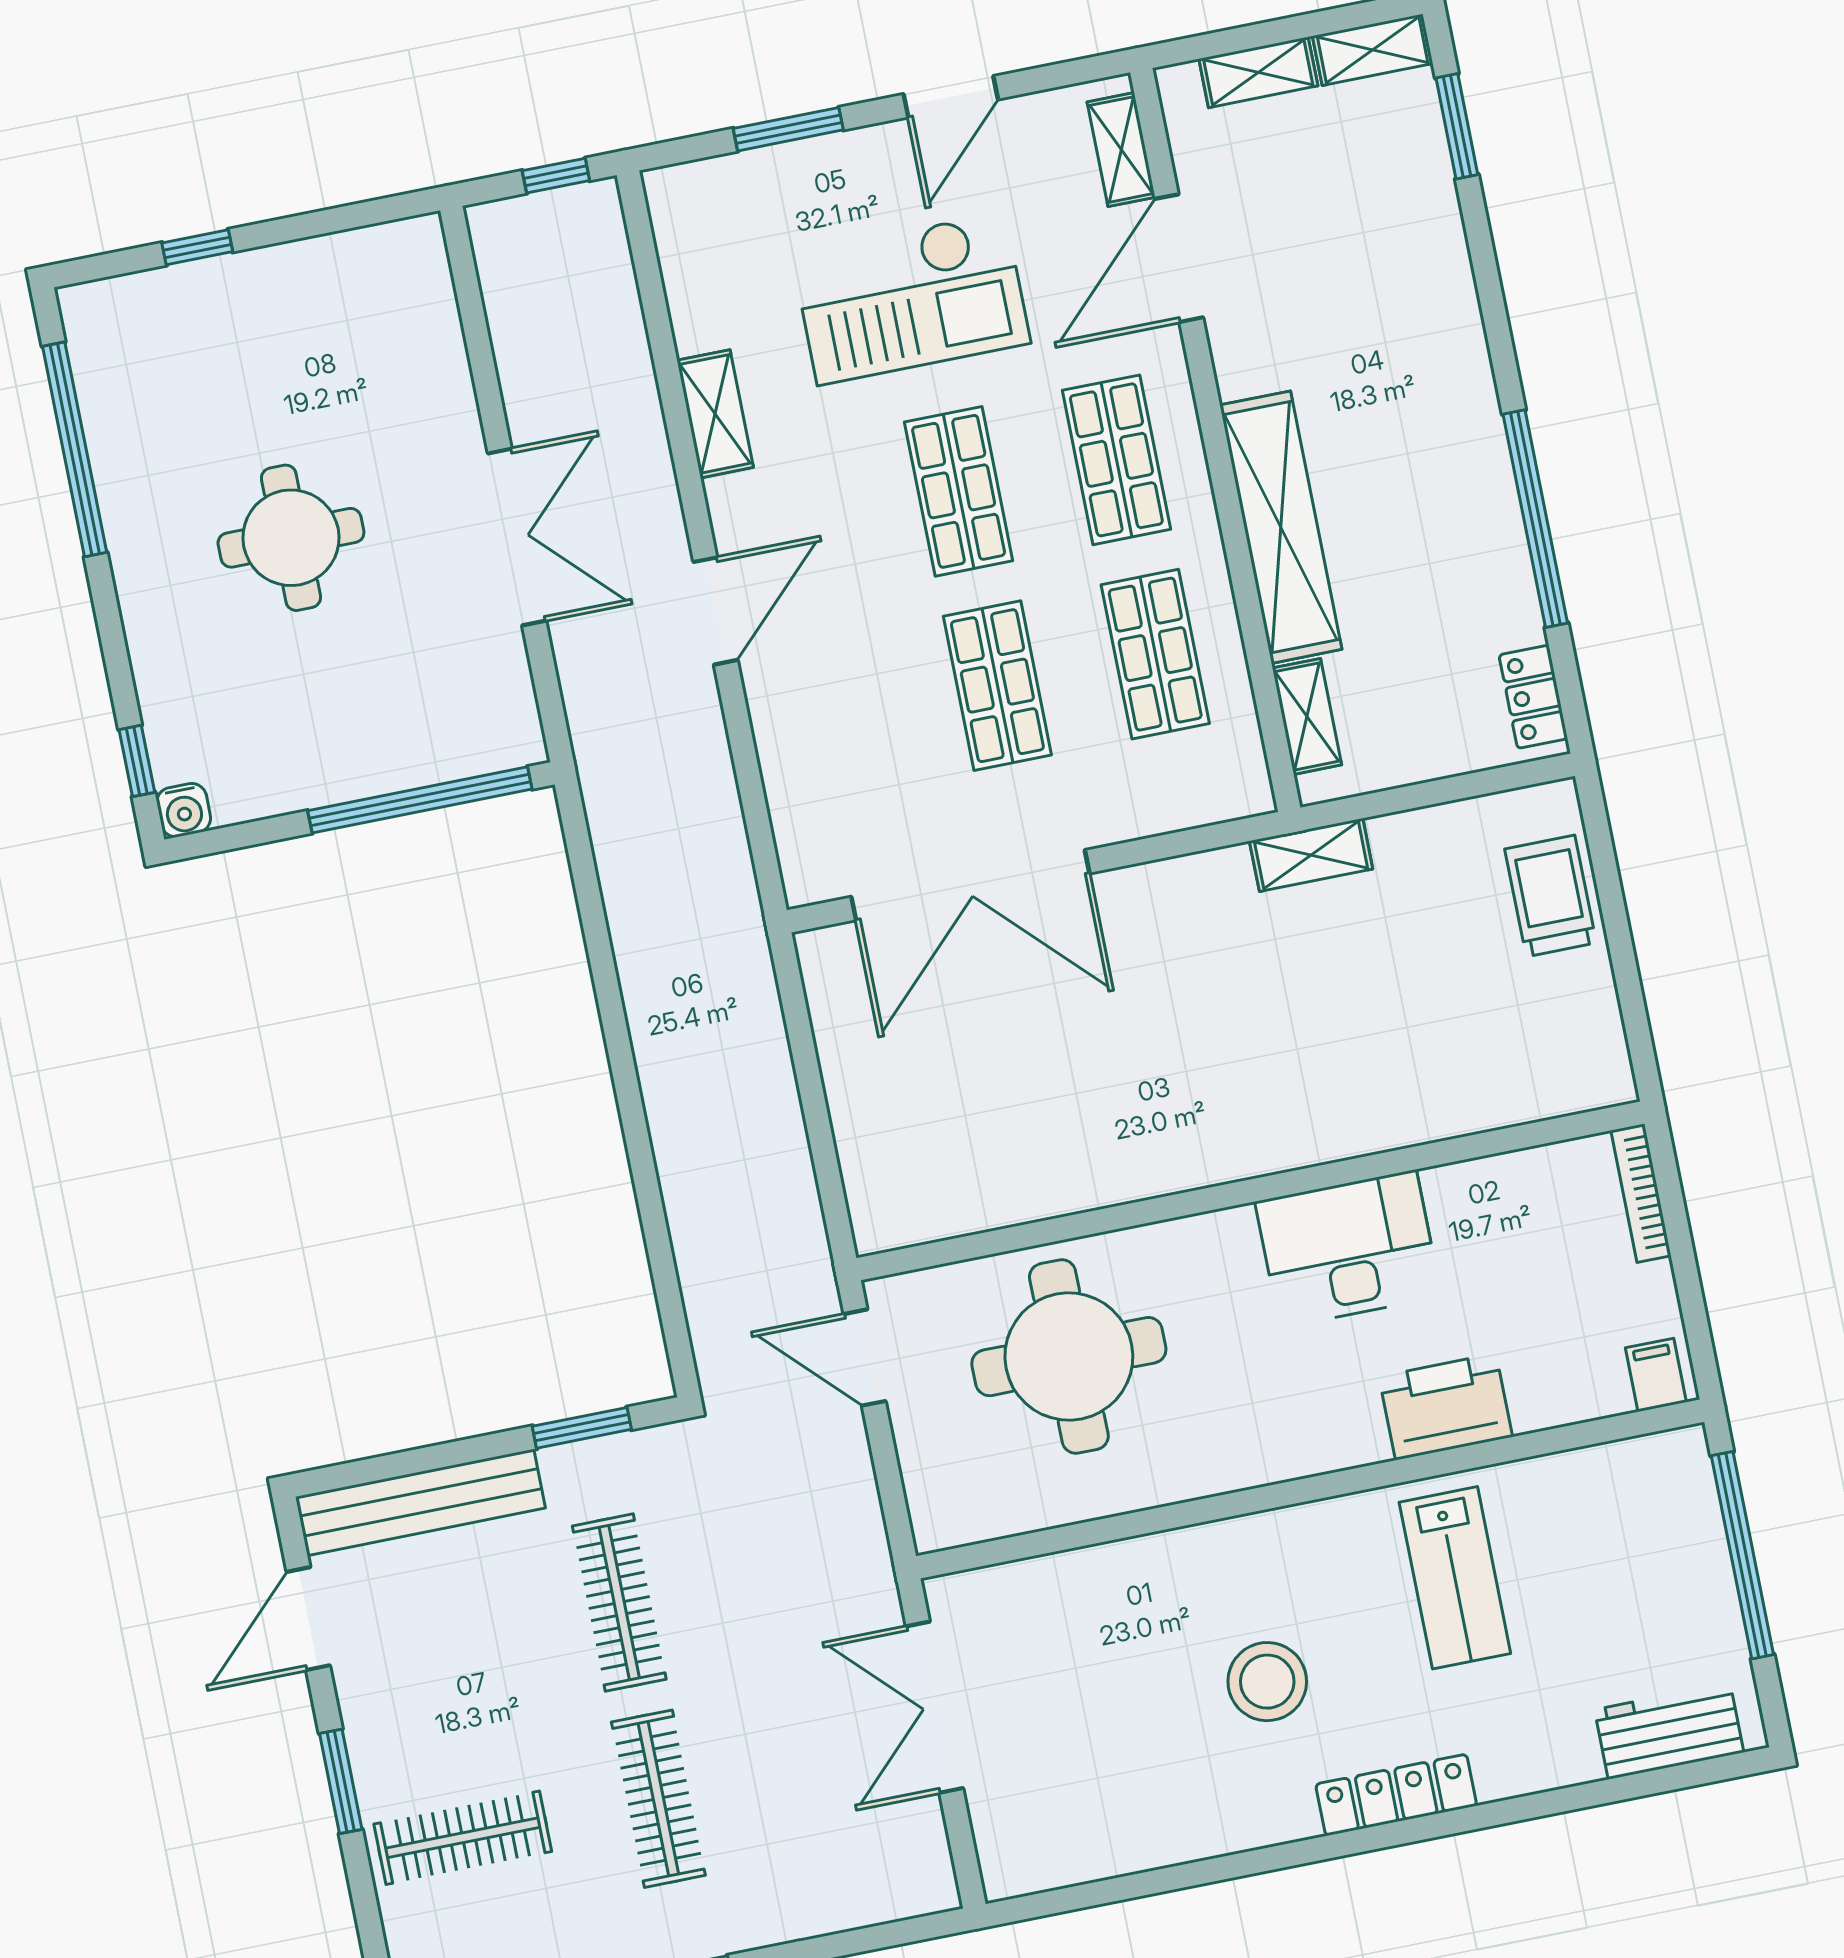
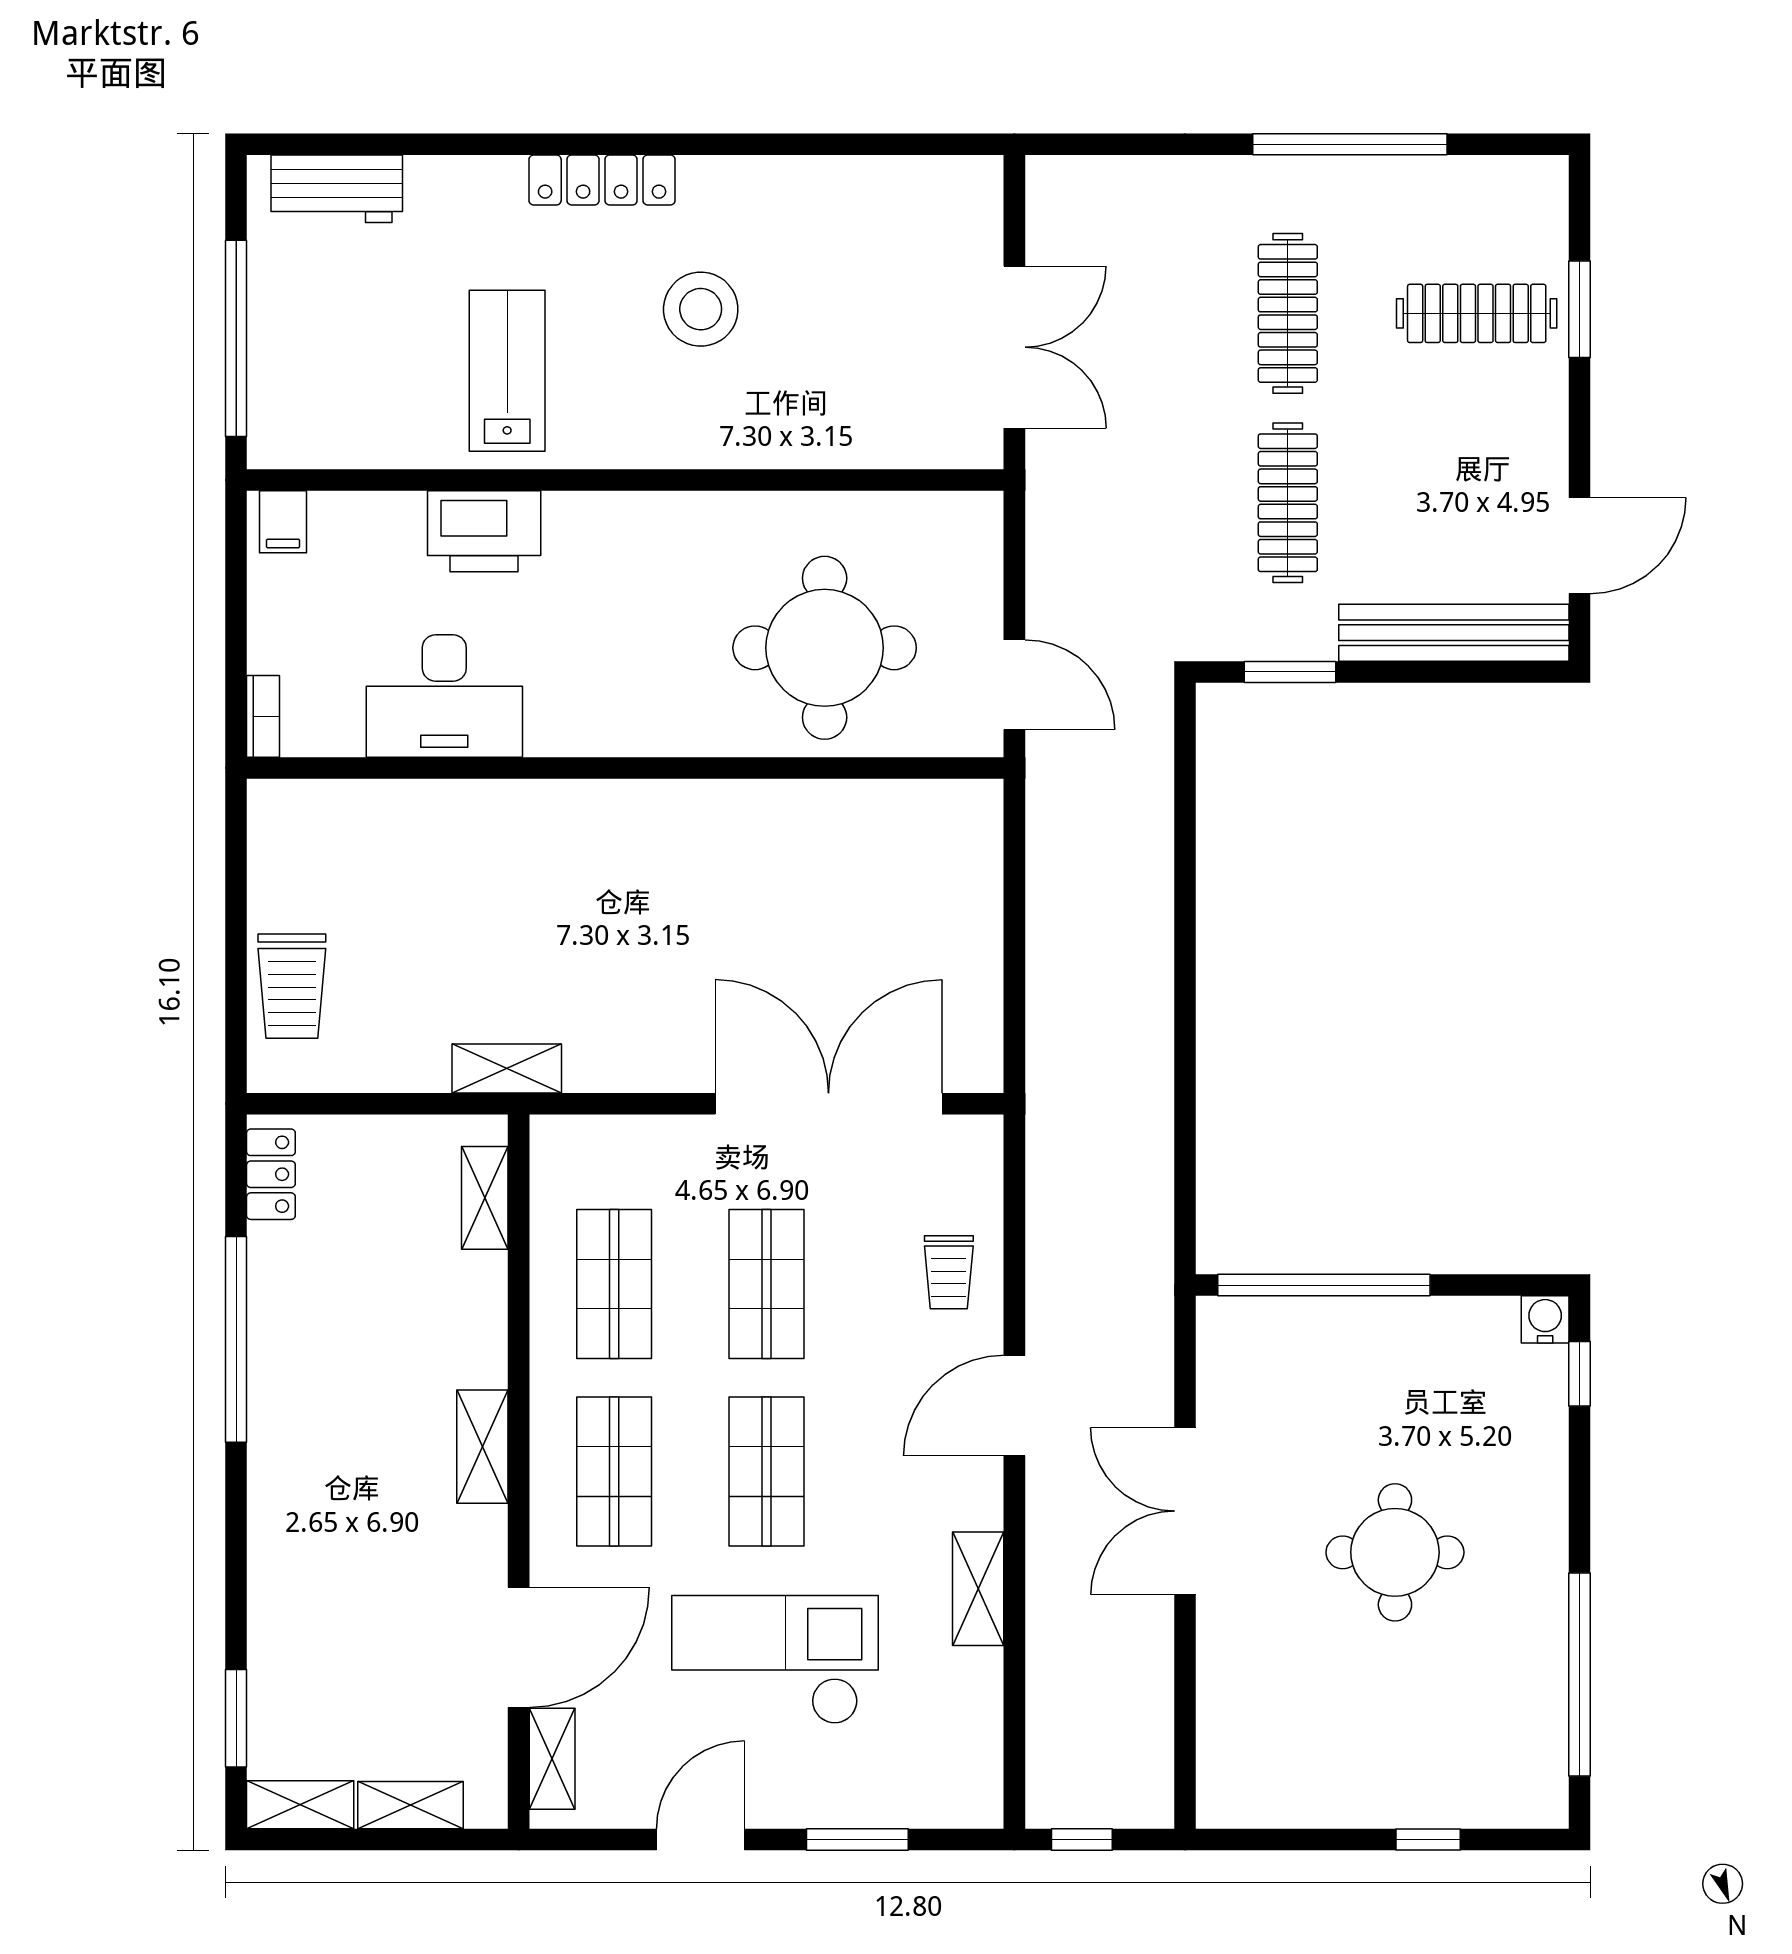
shelving: (1281, 527) -> (482, 1447), width x0.45, depth x0.75
trolley: (811, 736) -> (949, 1272), added
bookcase: (1641, 1193) -> (263, 716), width x0.64
desk: (1348, 1249) -> (444, 696), moved
window: (341, 1781) -> (1579, 309), moved

